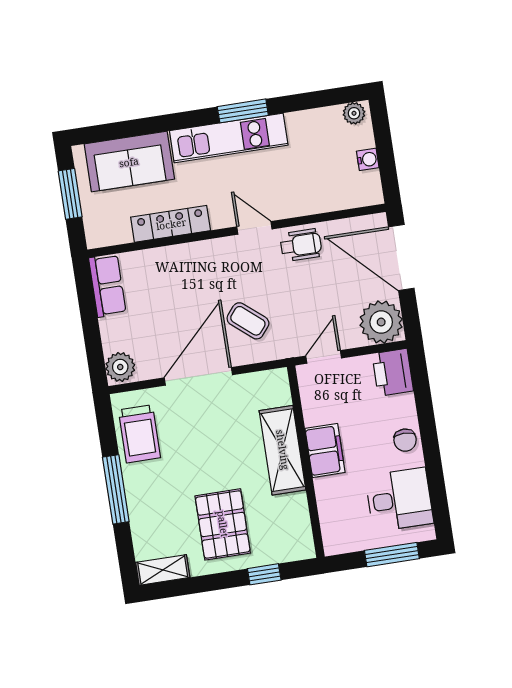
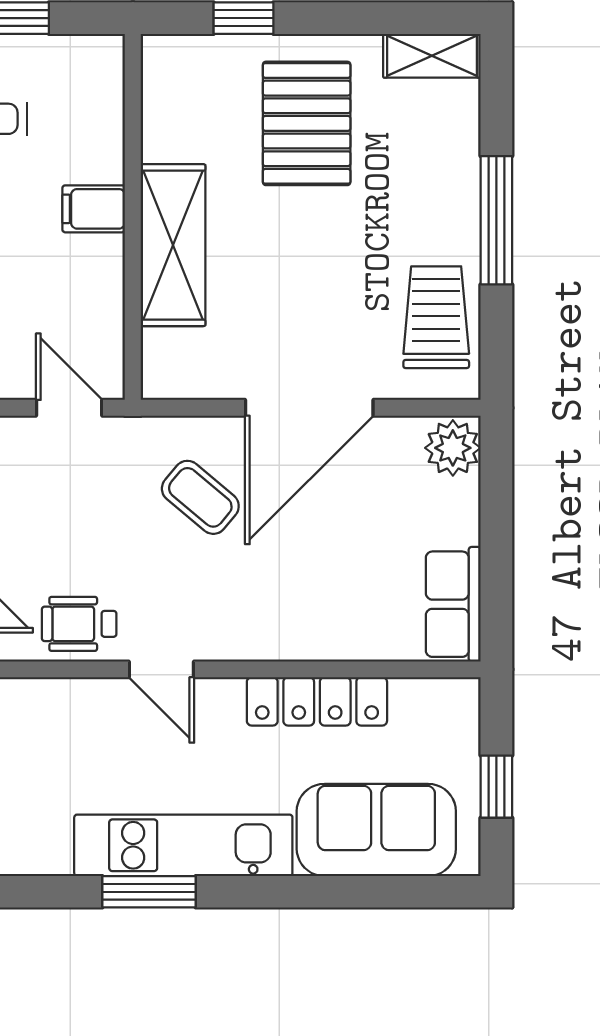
window: (70, 194) -> (496, 787), width x0.67
door: (324, 357) -> (69, 408), swing flipped
filing cabinet: (325, 450) -> (94, 209), width x0.50

